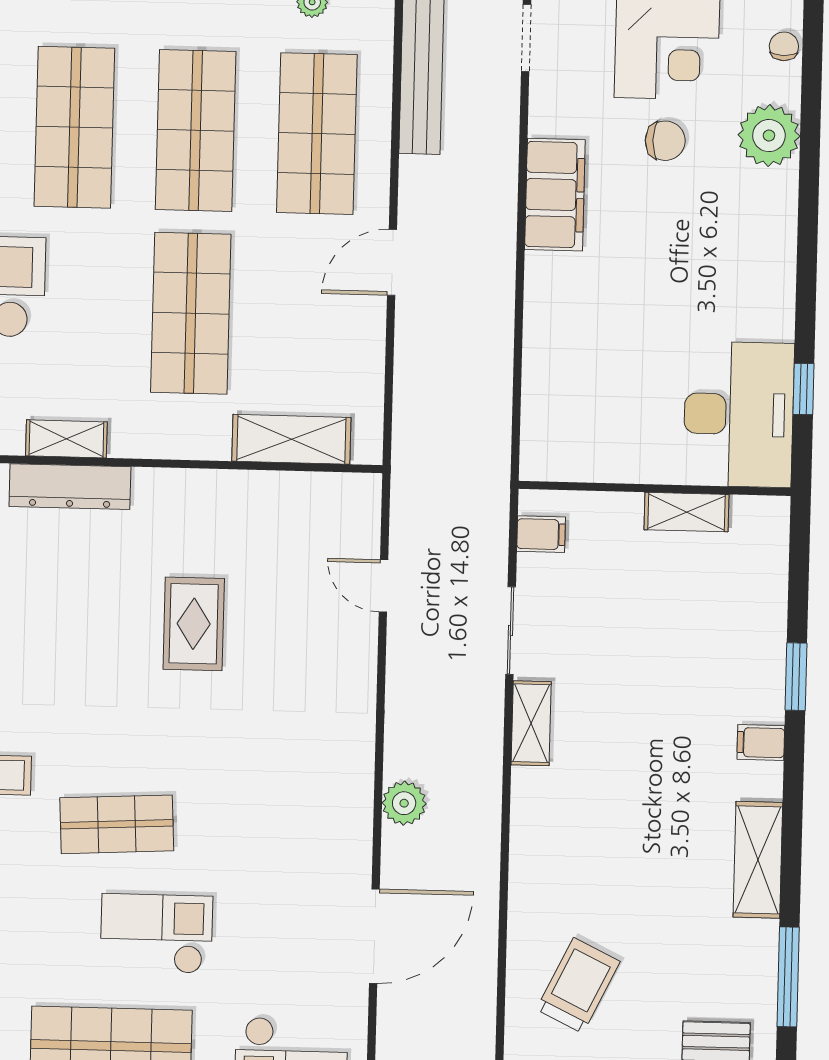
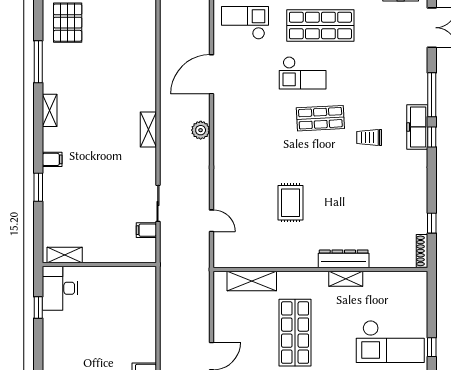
desk: (739, 414) -> (60, 288), width x0.73, depth x0.77
shelving: (687, 512) -> (65, 255), moved
filing cabinet: (541, 534) -> (146, 230), moved
shelving: (531, 723) -> (148, 130), moved
shelving: (758, 860) -> (50, 110), width x0.67, depth x0.75
trolley: (578, 985) -> (126, 56), removed

